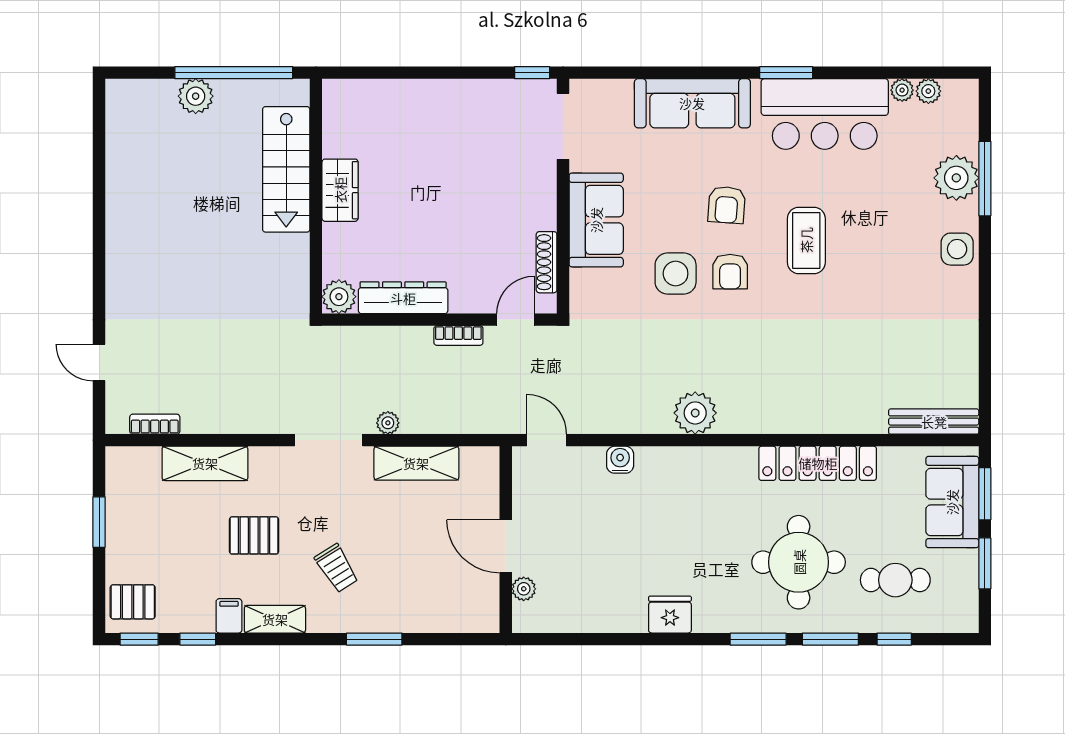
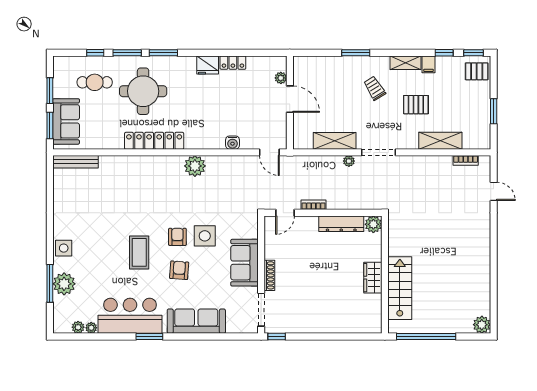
plant: (196, 96) -> (482, 325), moved
shoe rack: (547, 262) -> (269, 275), moved
locker: (818, 463) -> (154, 141), moved
locker: (619, 619) -> (233, 63), added

